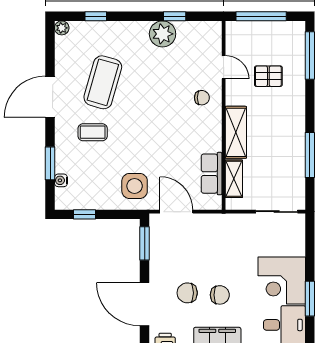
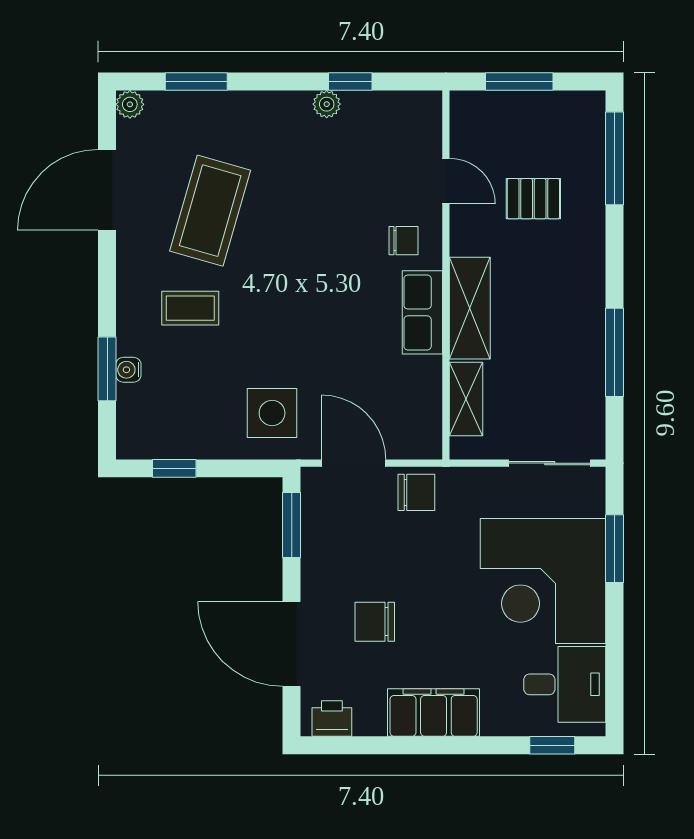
window: (96, 16) -> (196, 82), width x1.50
window: (261, 16) -> (519, 82), width x0.69
plant: (163, 34) -> (327, 104), width x0.53, depth x0.53
door: (50, 97) -> (107, 190), moved
row of seats: (212, 174) -> (422, 312), moved
water cooler: (61, 180) -> (128, 370), moved
corner desk: (282, 281) -> (543, 581), width x1.36, depth x1.36
chair: (220, 295) -> (416, 492), moved
window: (310, 299) -> (614, 549), moved

